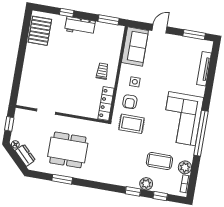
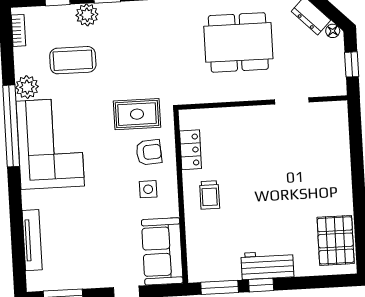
window: (67, 13) -> (261, 285), moved
armchair: (130, 102) -> (149, 152), turned 86
locker: (106, 103) -> (191, 150), width x0.66
plant: (185, 167) -> (27, 87), moved

